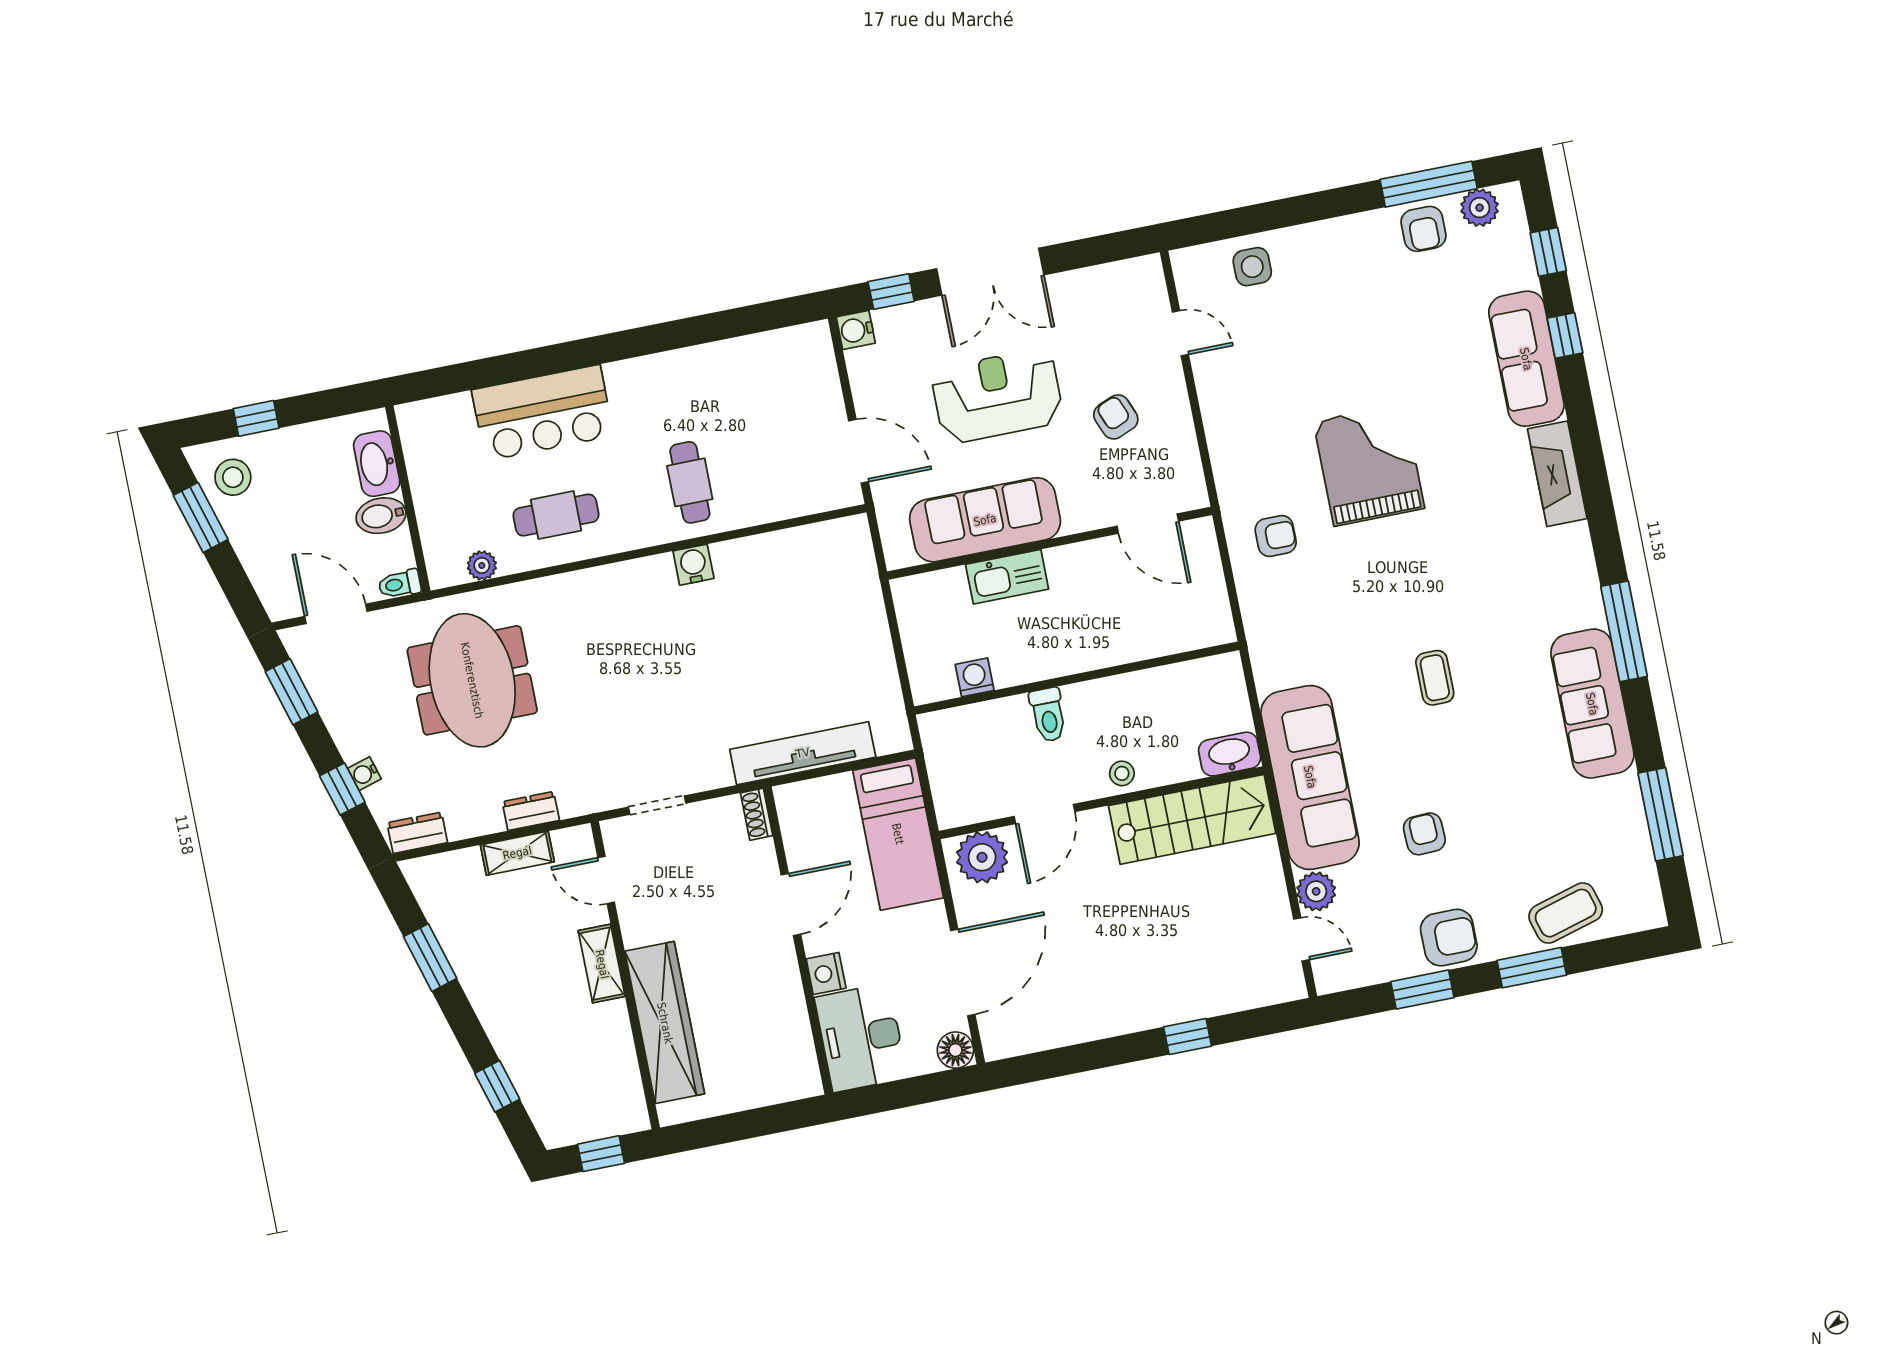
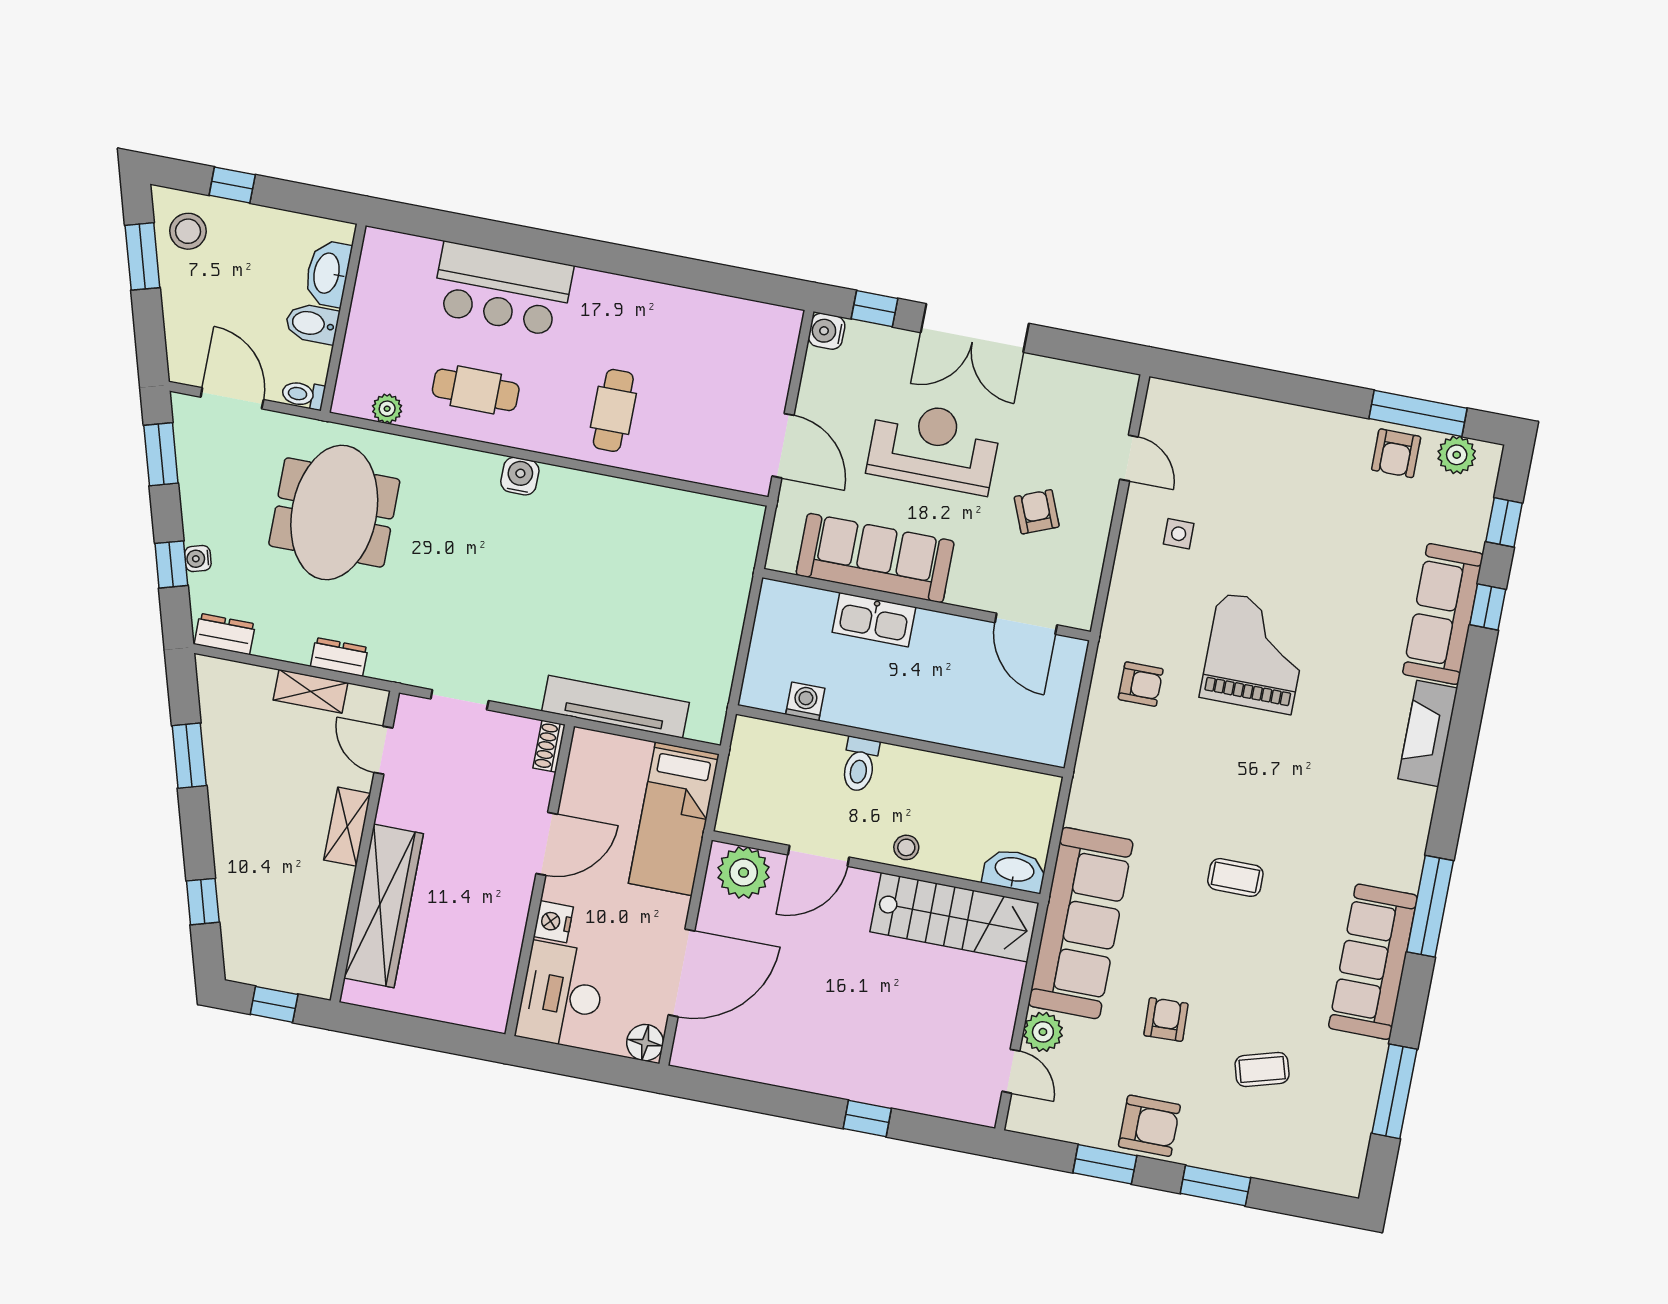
side table: (1252, 267) -> (1179, 534), moved, width x0.73, depth x0.73
water cooler: (693, 565) -> (520, 476), moved
coffee table: (1435, 678) -> (1235, 877), turned 90
coffee table: (1566, 913) -> (1262, 1069), moved, width x0.73, depth x0.77

